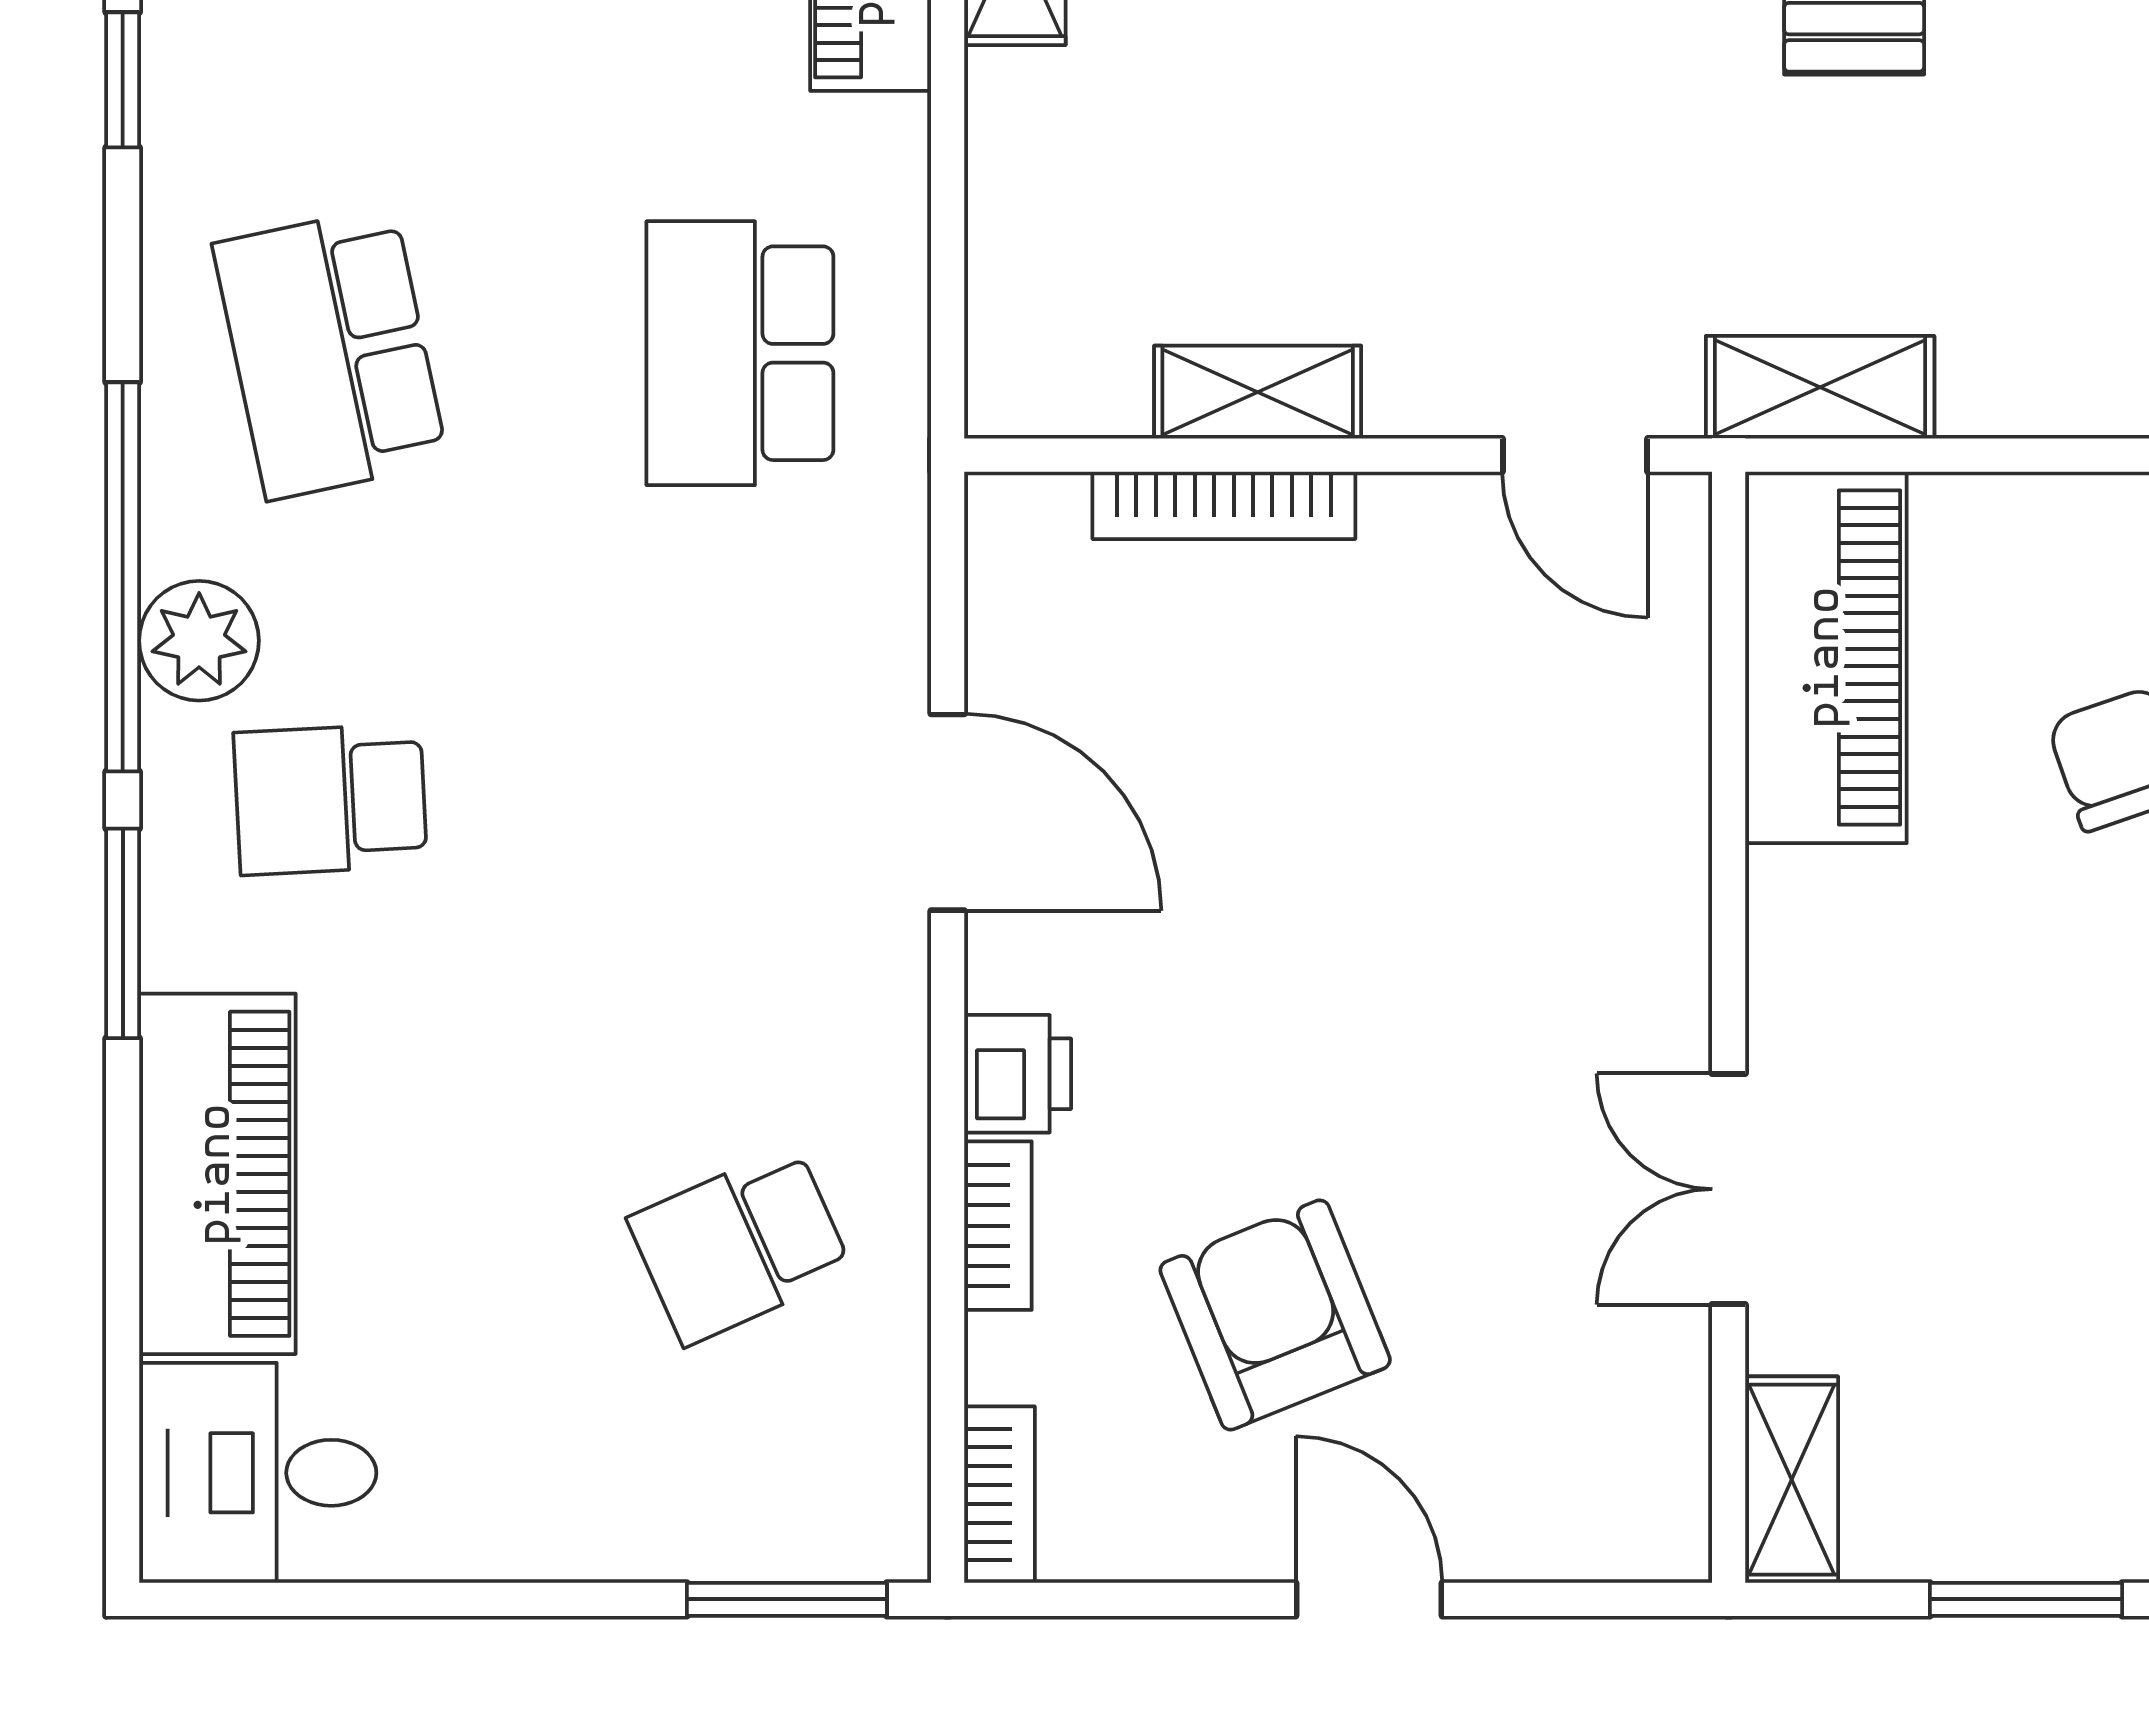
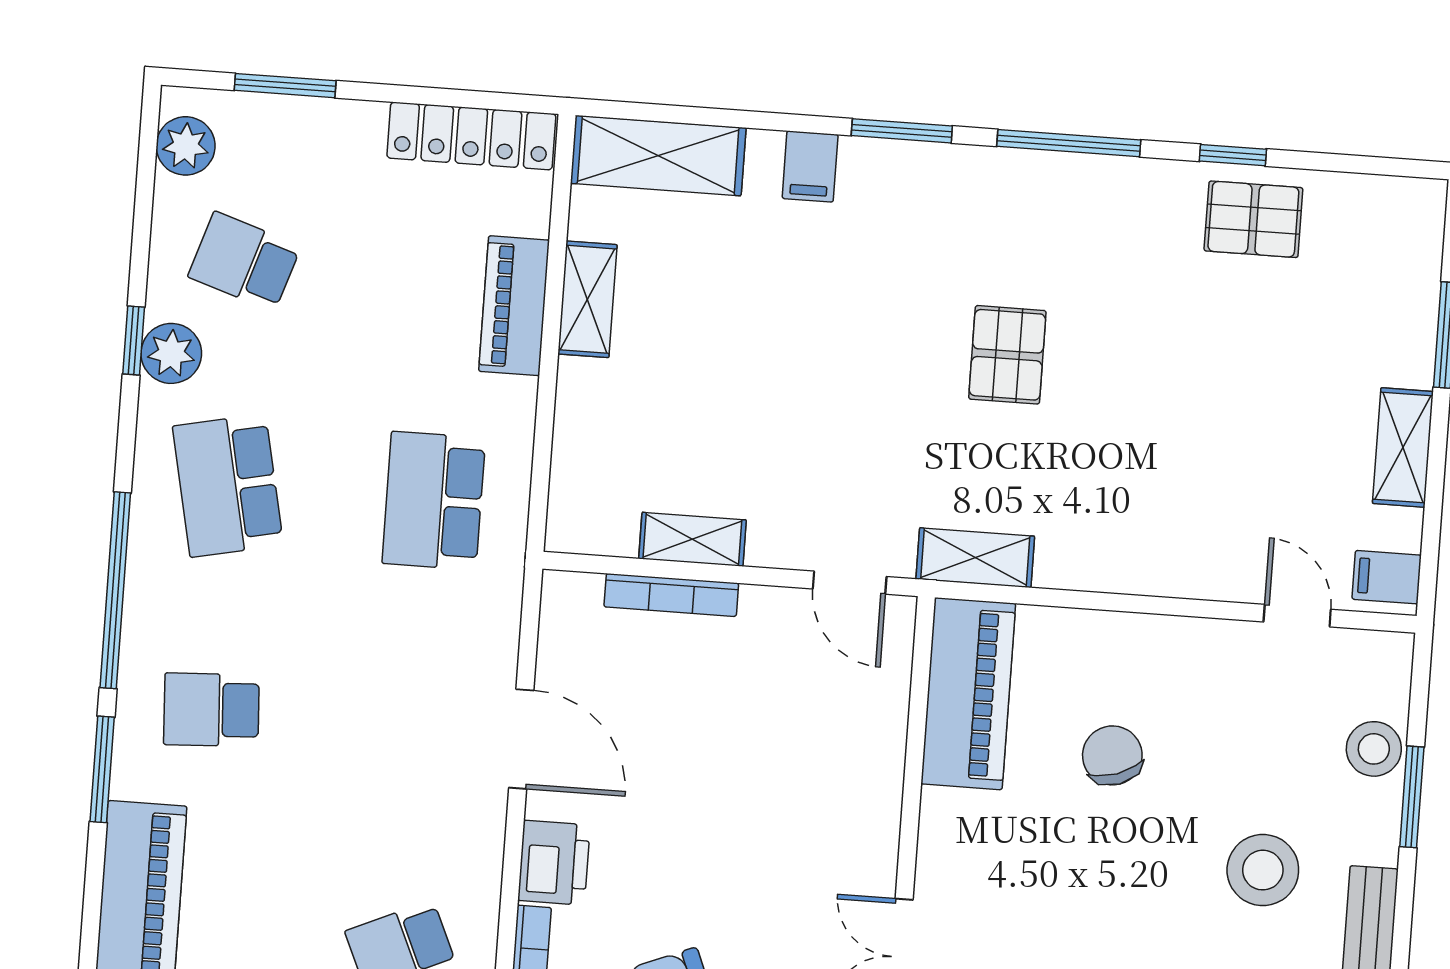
plant: (199, 641) -> (171, 353), moved
printer: (1018, 1074) -> (554, 863), width x1.36, depth x1.24

